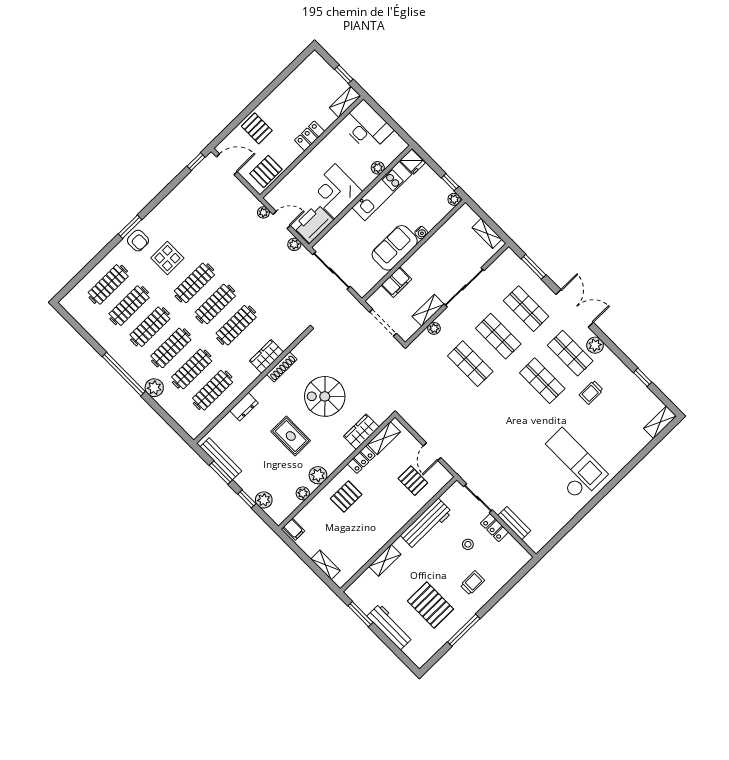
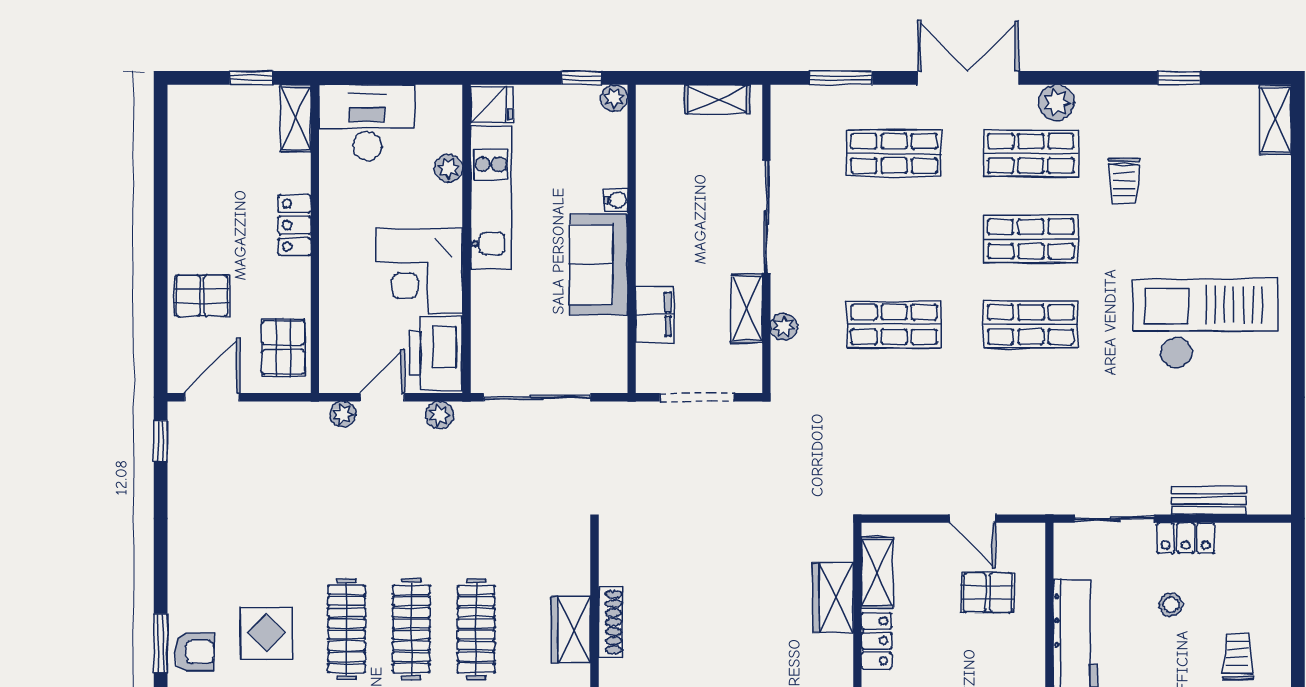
shop shelf: (498, 336) -> (1031, 324), moved
spiral stairs: (325, 396) -> (722, 601), removed

